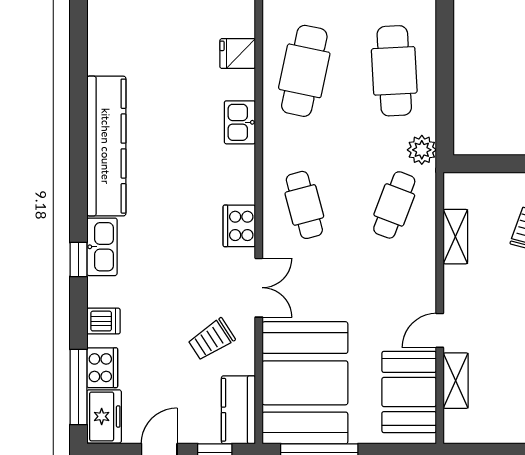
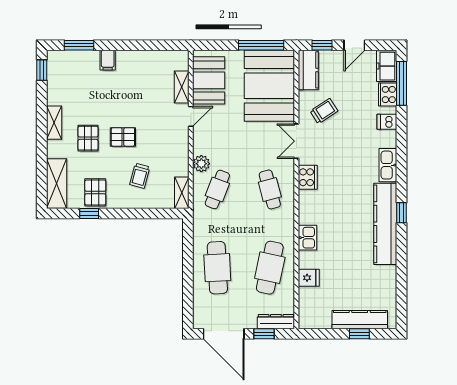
plant: (422, 150) -> (201, 164), moved
shelving: (455, 237) -> (182, 193), moved
window: (78, 260) -> (402, 213), moved

